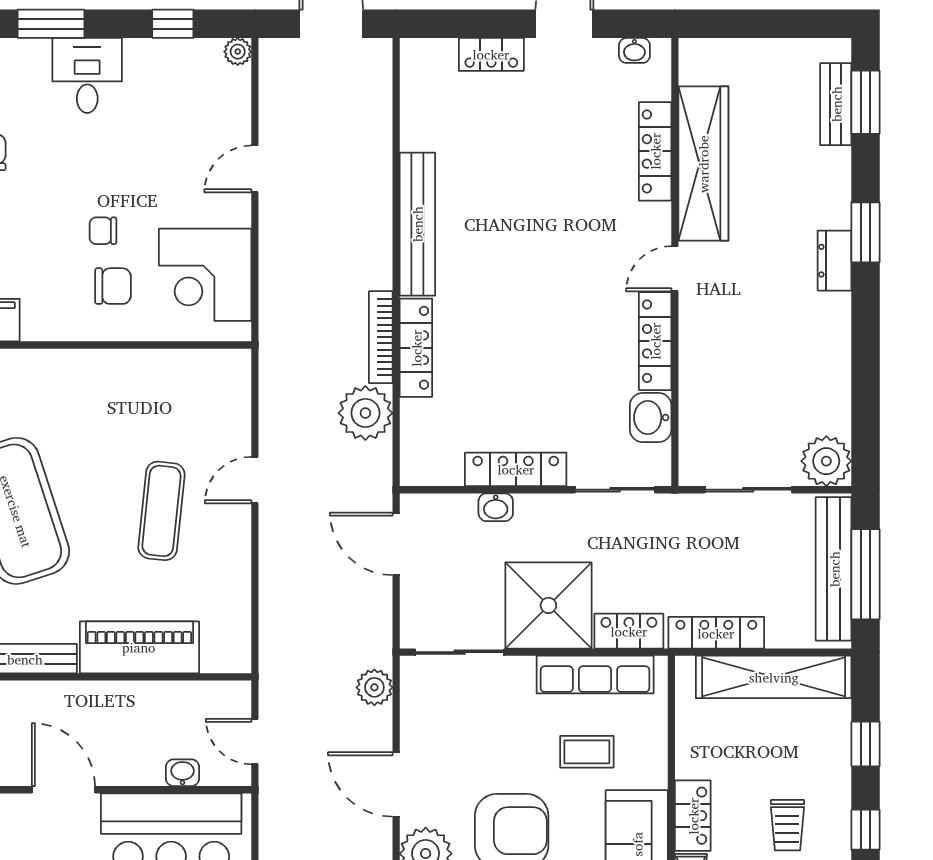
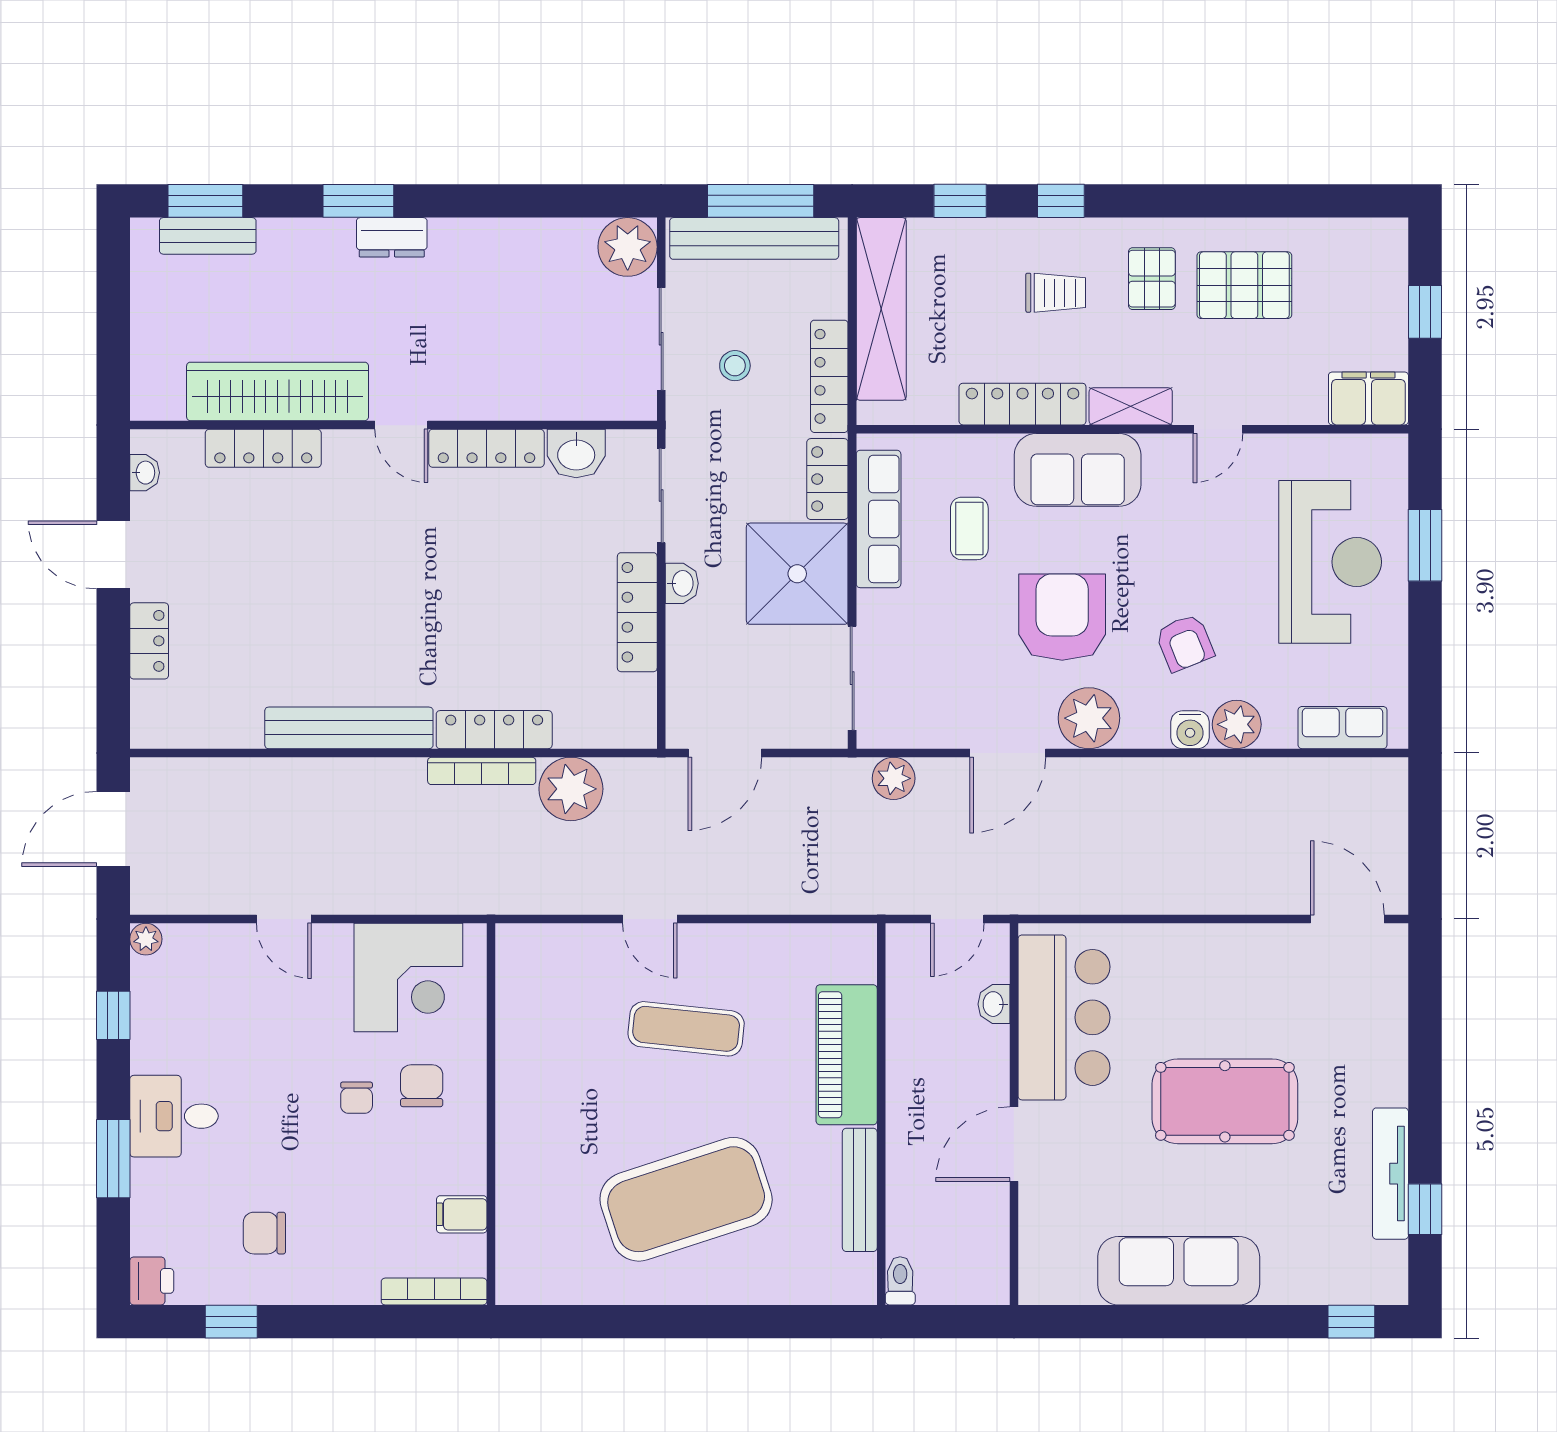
washbasin: (496, 507) -> (682, 583), moved
stool: (725, 552) -> (735, 366), added
locker: (693, 816) -> (1023, 404), width x1.53

